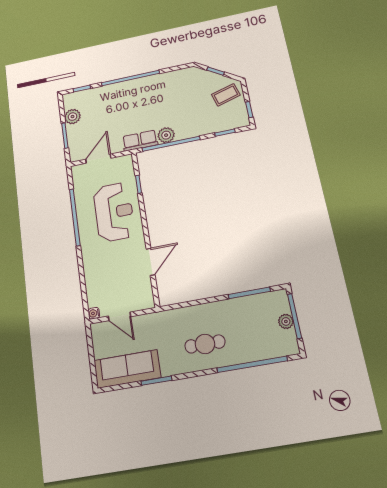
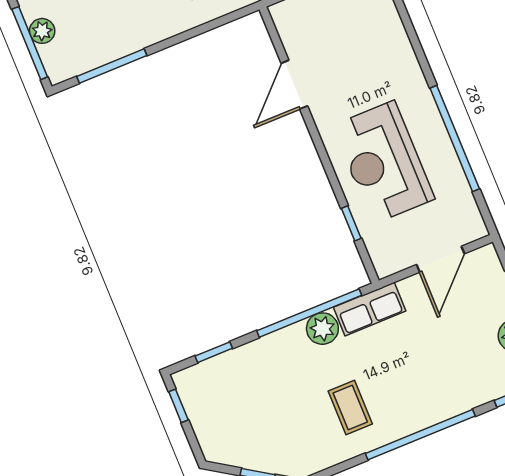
coffee table: (226, 95) -> (350, 407), moved, turned -74

